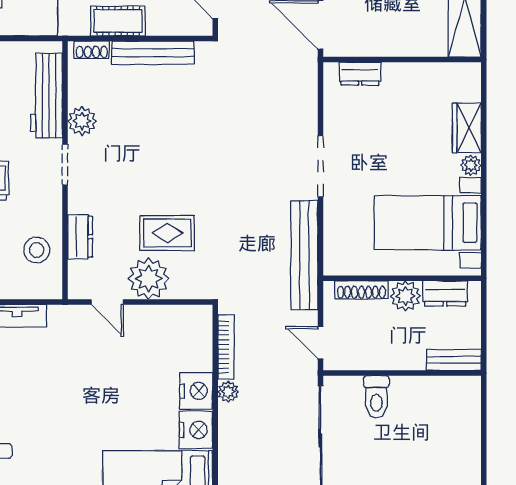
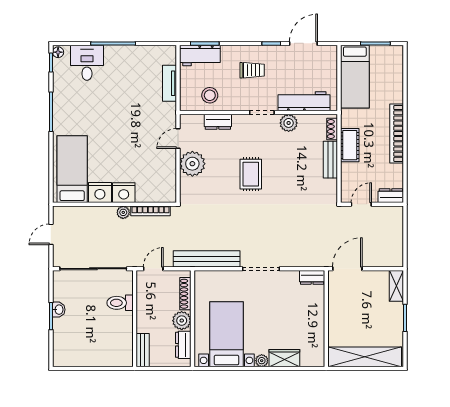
bench: (153, 53) -> (330, 160), width x0.73
dresser: (360, 74) -> (312, 277), moved, turned -90
rug: (167, 233) -> (251, 174), moved

